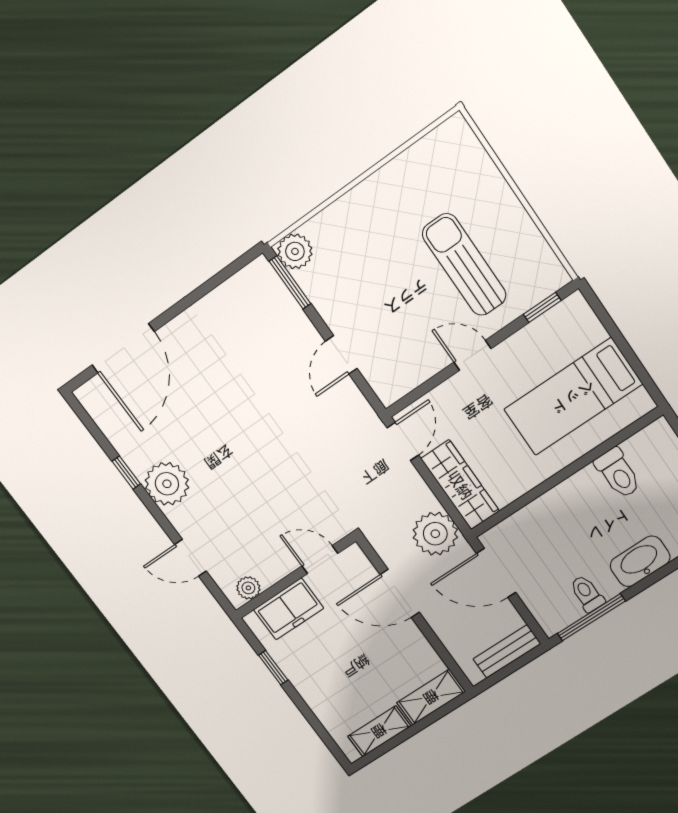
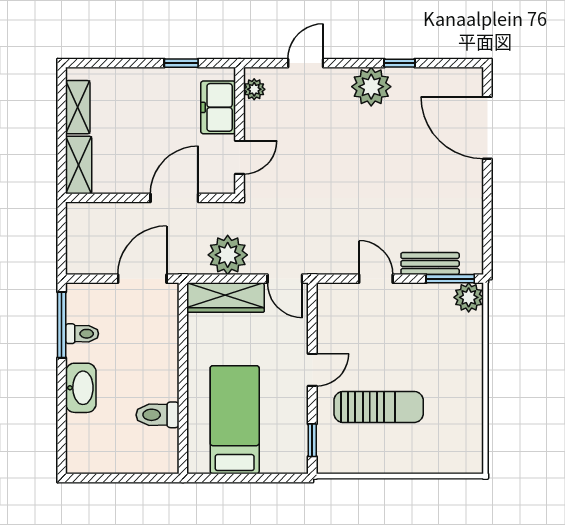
plant: (435, 534) -> (228, 255), moved
bench: (507, 651) -> (430, 264), moved, turned 90

